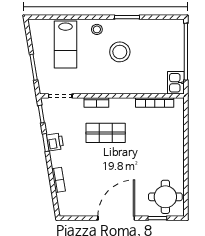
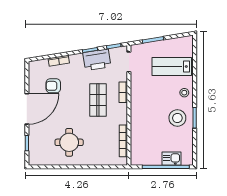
stool: (120, 52) -> (177, 118), moved
kitchen sink: (176, 83) -> (172, 159), moved
printer: (55, 142) -> (97, 60), width x1.87, depth x1.48
armchair: (89, 186) -> (53, 86), added
round table: (165, 197) -> (69, 142), moved
door: (116, 218) -> (27, 109), hinge flipped

